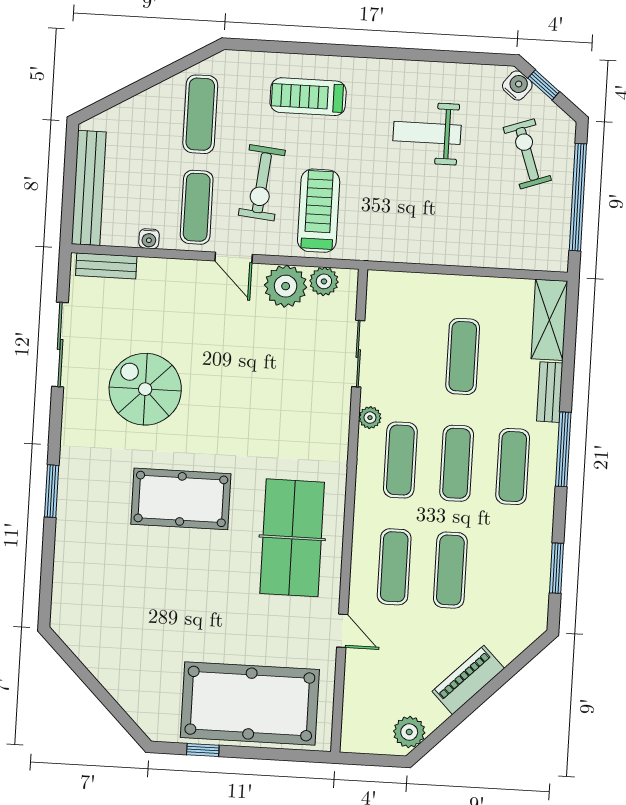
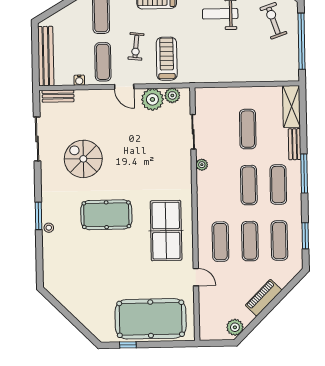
exercise bike: (262, 183) -> (136, 46), width x0.73, depth x0.72
exercise mat: (400, 460) -> (279, 240), moved
stool: (69, 515) -> (49, 228), added

